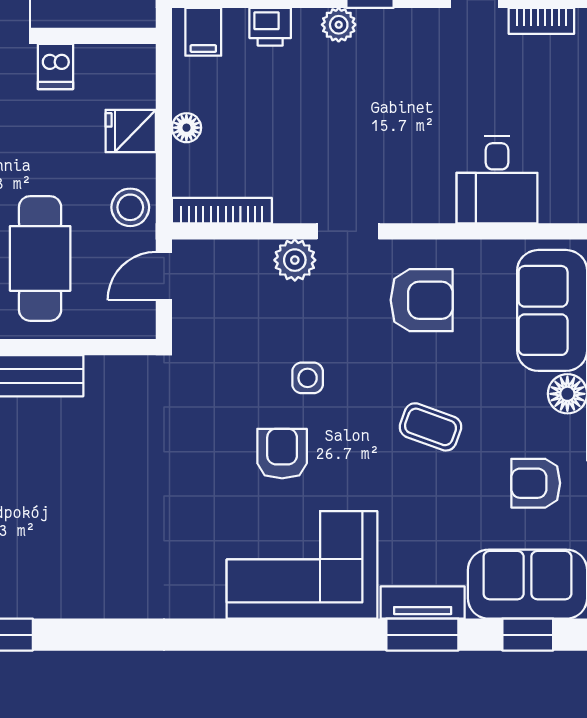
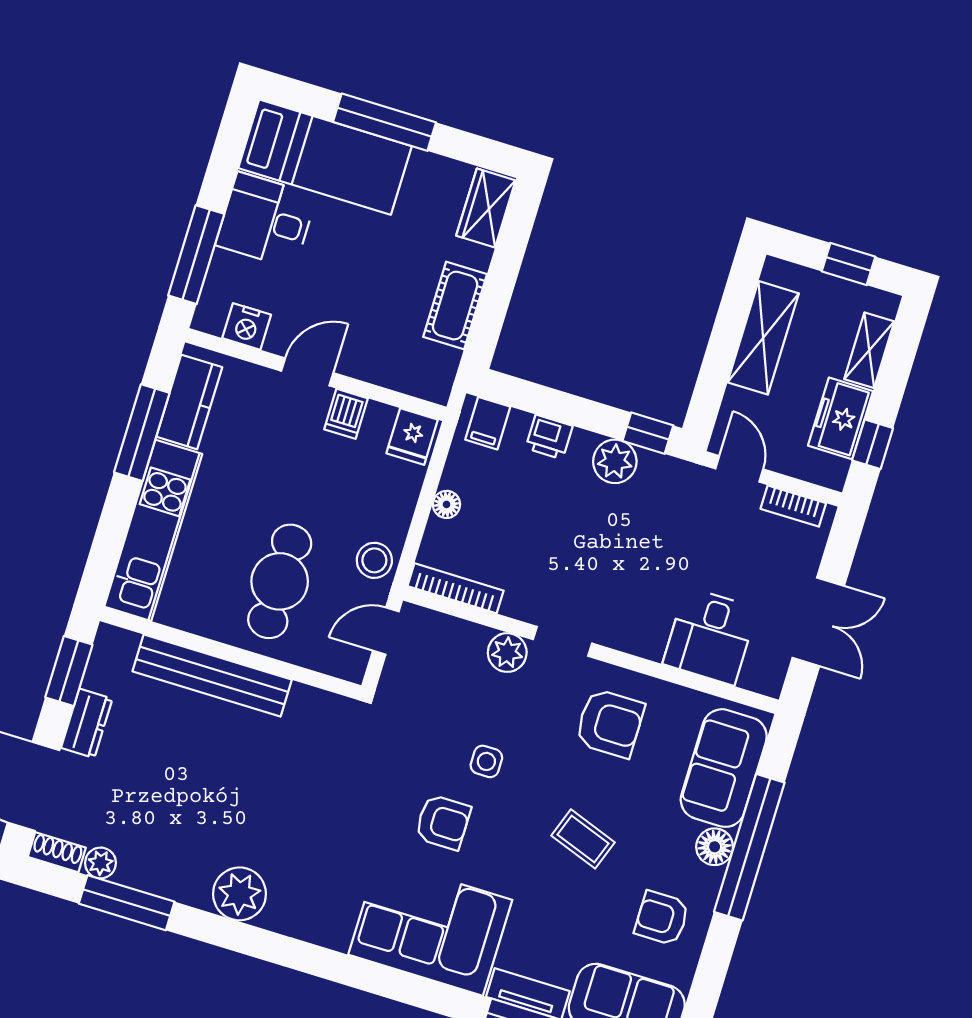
plant: (339, 25) -> (615, 461), width x1.38, depth x1.38
fridge: (131, 131) -> (412, 437), moved, turned -90
armchair: (282, 454) -> (443, 822), turned 90
plant: (97, 590) -> (239, 894), added

